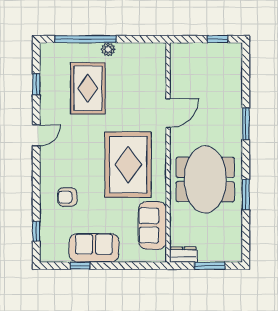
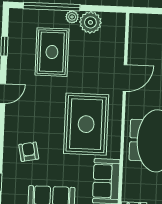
plant: (128, 54) -> (90, 22), added
armchair: (67, 197) -> (29, 152), turned 79

